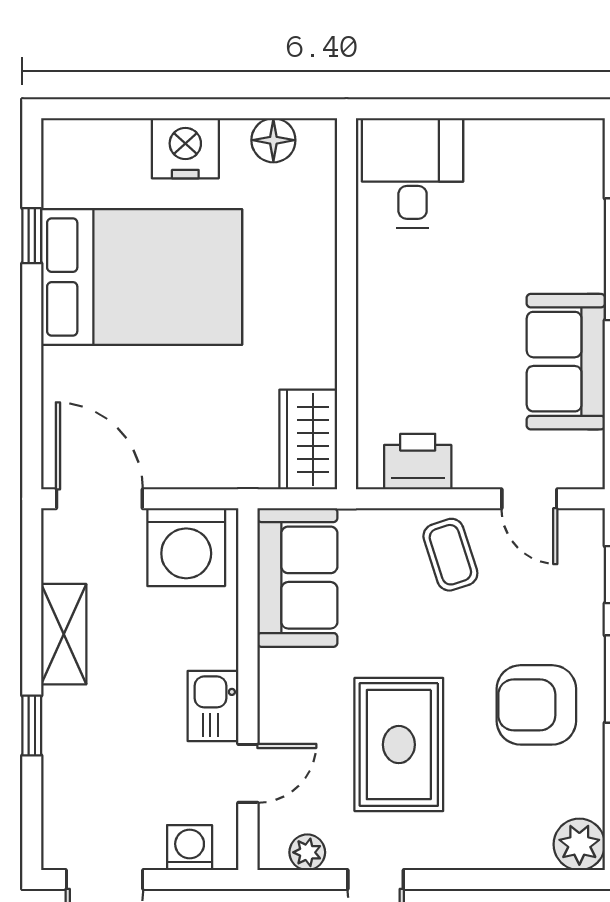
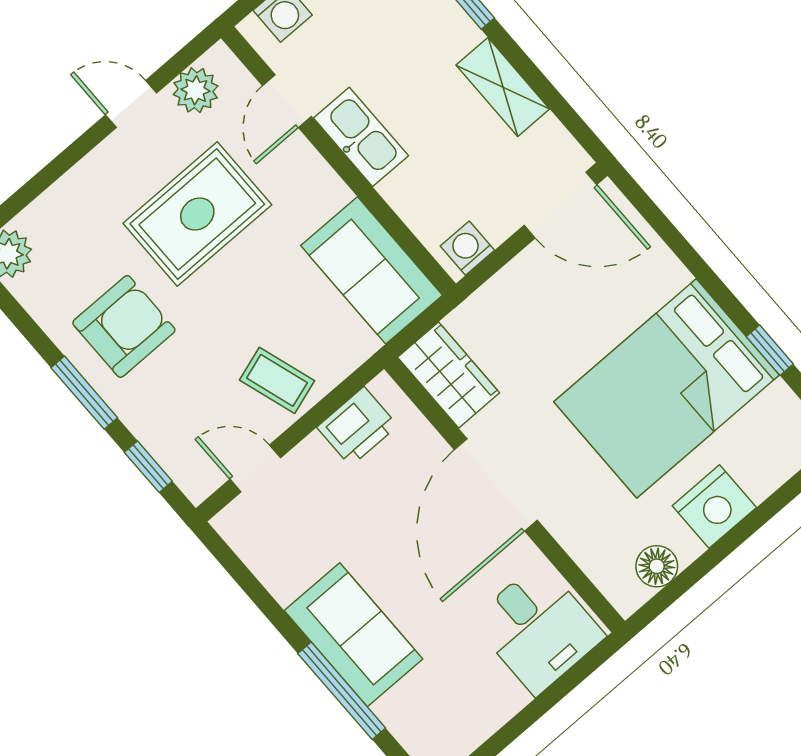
door: (347, 318) -> (496, 485), added
sofa: (566, 362) -> (354, 635), moved
washing machine: (186, 547) -> (467, 248), width x0.53, depth x0.53
kitchen sink: (213, 706) -> (361, 137), width x1.38
rug: (399, 745) -> (197, 214), turned 90
plant: (307, 852) -> (196, 90), width x1.38, depth x1.38

